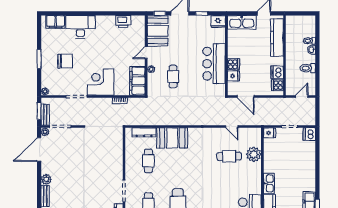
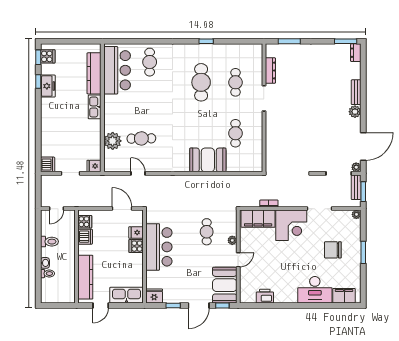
filing cabinet: (137, 81) -> (258, 219), moved, turned 90
dresser: (144, 132) -> (241, 167), removed

